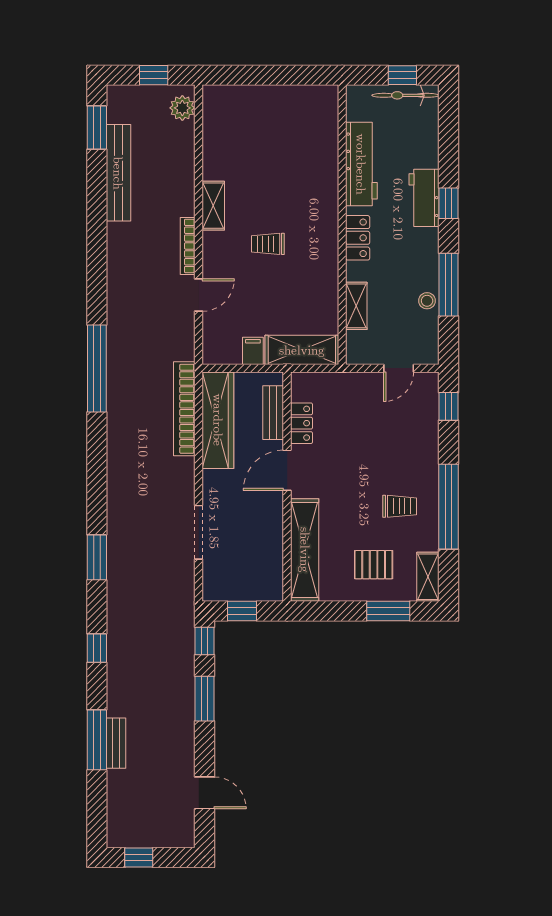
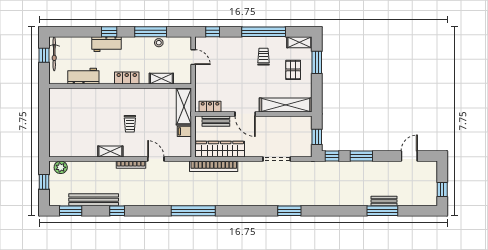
workbench: (361, 164) -> (83, 76), width x0.73
locker: (302, 423) -> (210, 107), moved
window: (97, 648) -> (117, 211), moved

